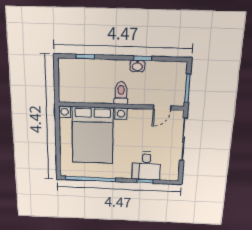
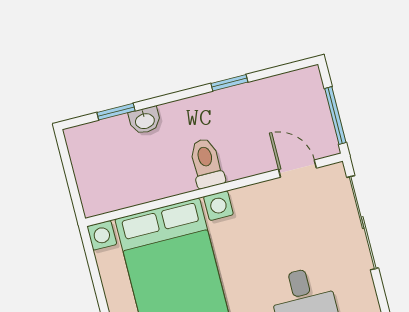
washbasin: (137, 66) -> (145, 120), moved
door: (162, 107) -> (297, 169), swing flipped

